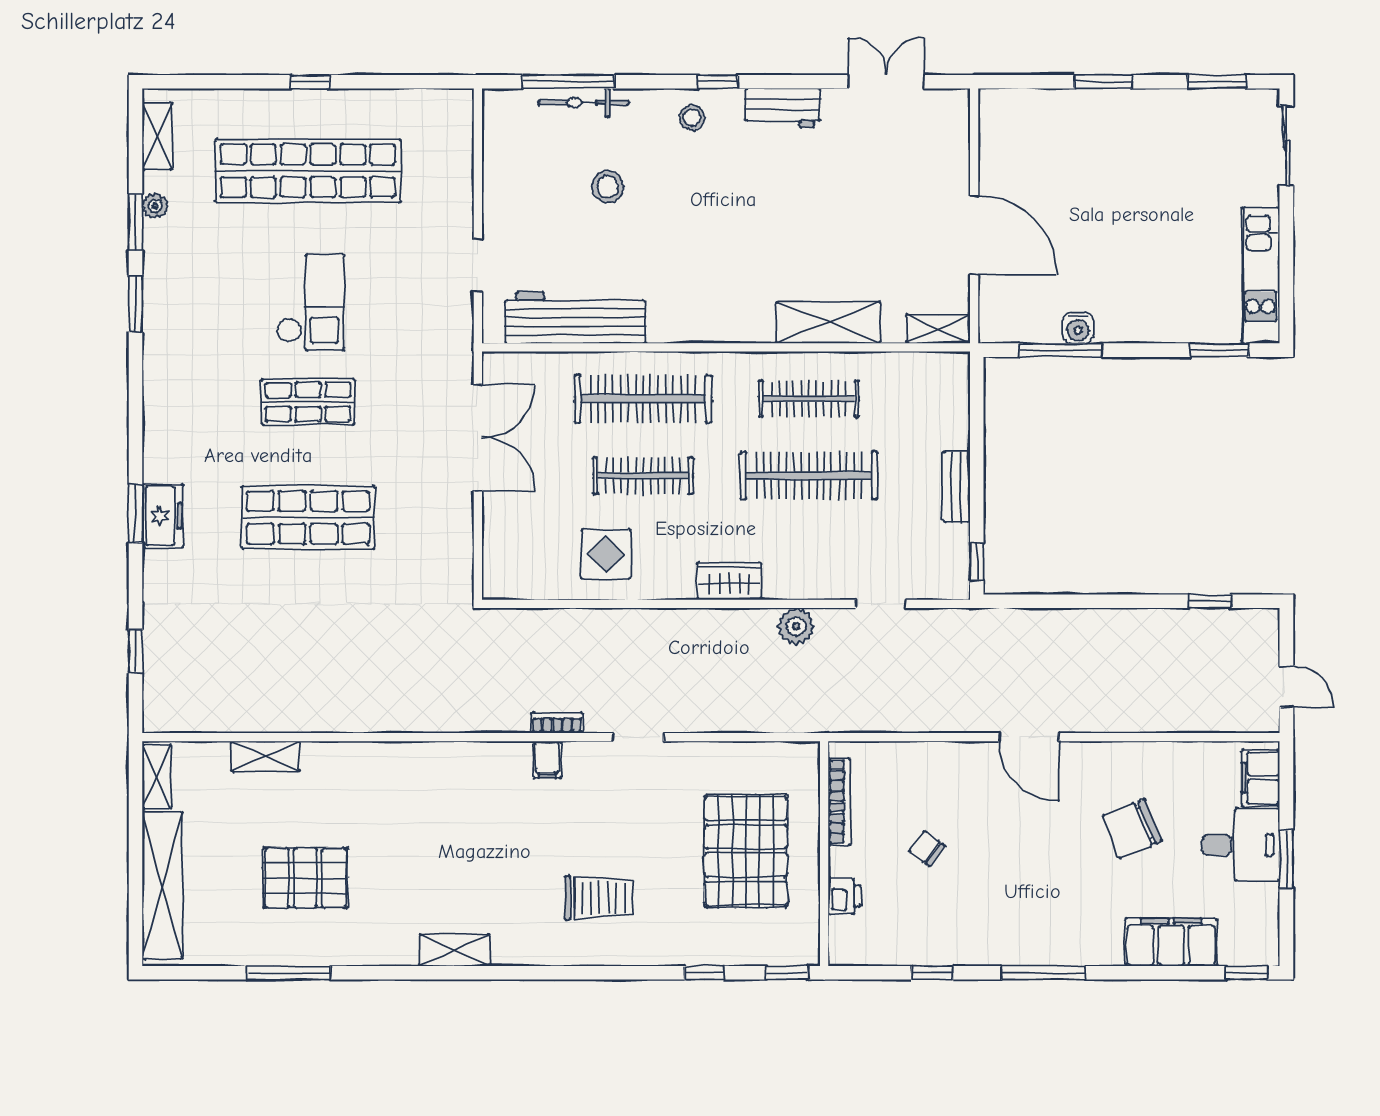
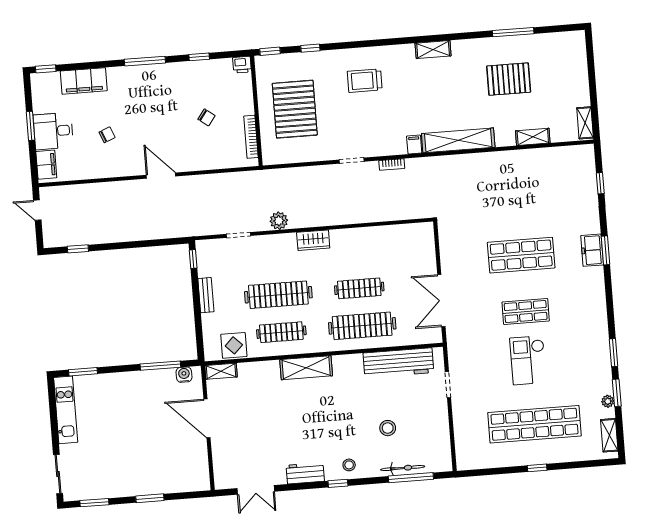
shelving: (828, 323) -> (306, 368), moved
water cooler: (1078, 328) -> (184, 375), moved
display table: (606, 554) -> (234, 345), moved
filing cabinet: (547, 760) -> (414, 145), moved
chair: (1132, 829) -> (107, 135), width x0.54, depth x0.54
shelving: (162, 885) -> (458, 140), moved, turned 90
printer: (844, 896) -> (242, 65), moved, turned -90

